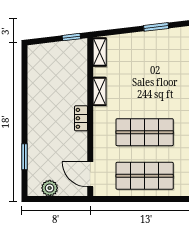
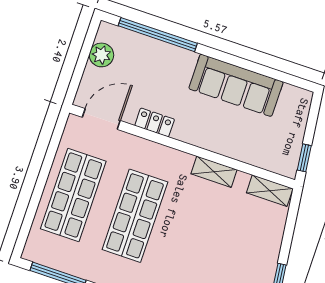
sofa: (40, 96) -> (236, 85), added
locker: (81, 118) -> (155, 122), moved
window: (25, 157) -> (158, 35), width x2.11

